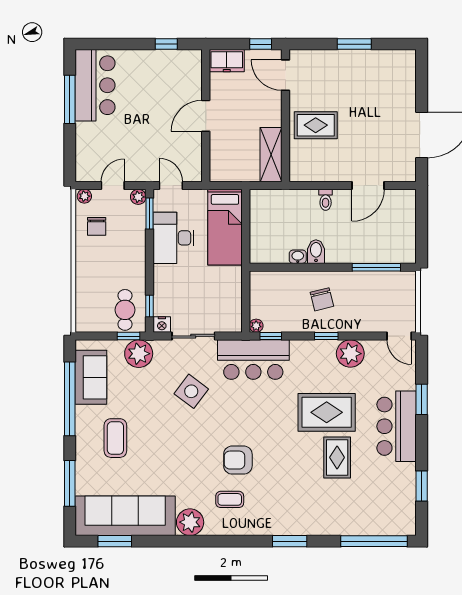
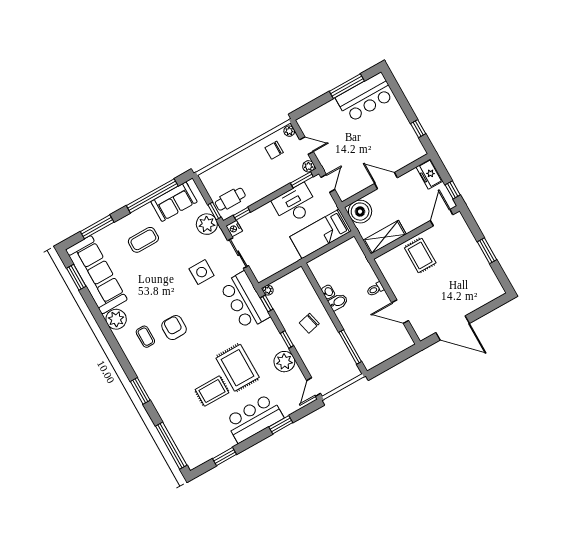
boiler: (225, 166) -> (360, 212), added
side table: (191, 391) -> (202, 272), turned -37

